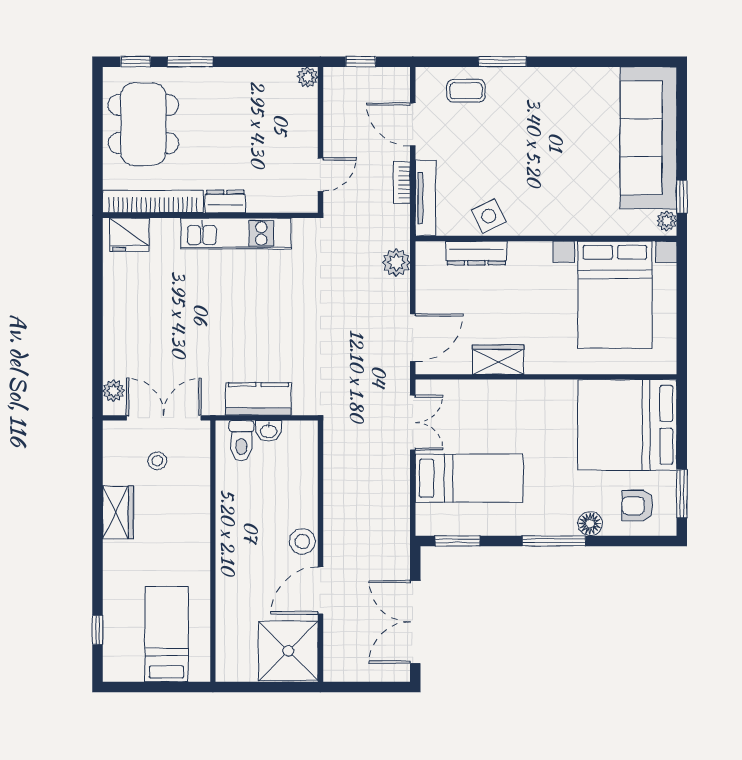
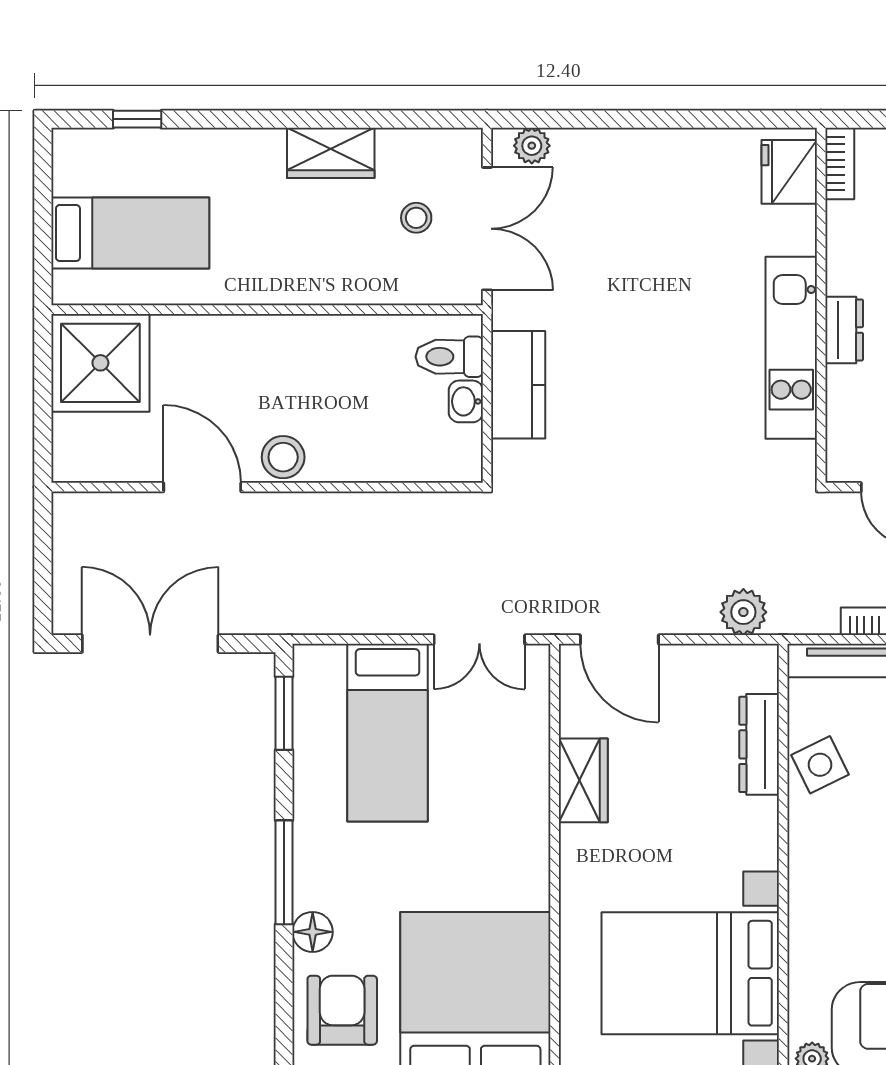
bookcase: (153, 201) -> (840, 163), width x0.43, depth x0.76
armchair: (637, 506) -> (342, 1010), width x1.38, depth x1.38
shower: (288, 651) -> (100, 363), moved

